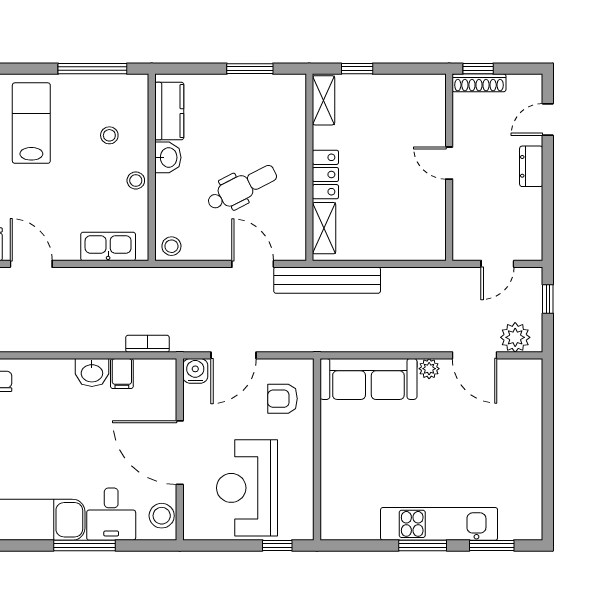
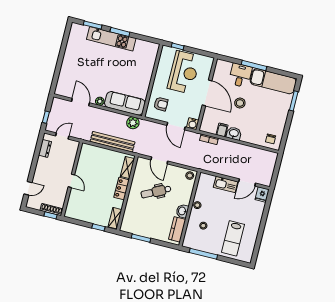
dresser: (531, 166) -> (45, 148), moved
kitchen sink: (108, 246) -> (226, 184), moved
door: (31, 264) -> (247, 182), hinge flipped
bench: (327, 280) -> (113, 142), moved
plant: (515, 337) -> (133, 123), moved
door: (233, 355) -> (176, 126), swing flipped
stool: (162, 516) -> (240, 103), moved

